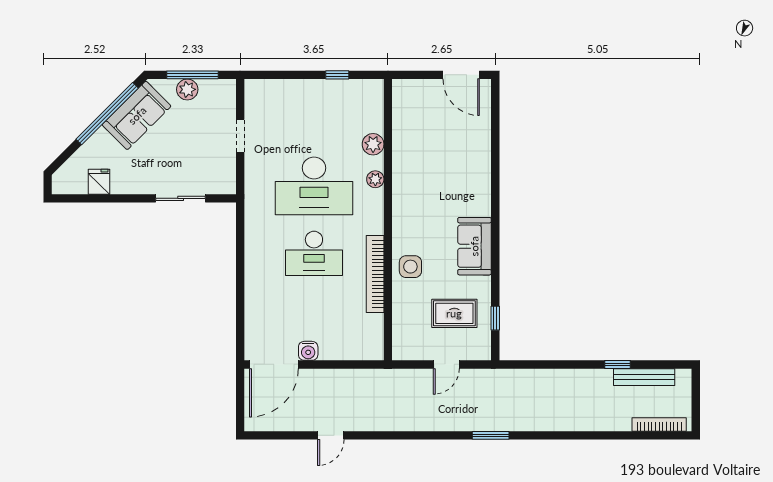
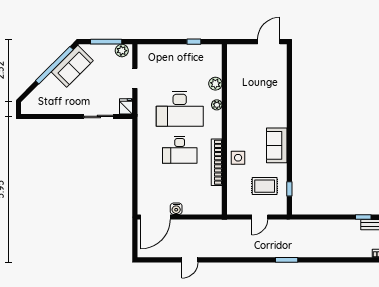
door: (461, 75) -> (269, 42), swing flipped
plant: (187, 89) -> (122, 51), moved
fridge: (99, 182) -> (126, 106), moved

